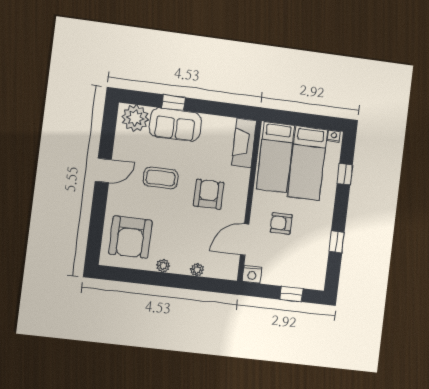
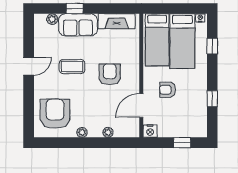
plant: (135, 118) -> (52, 19), width x0.53, depth x0.53
fireplace: (244, 143) -> (117, 21), moved, turned -90
armchair: (130, 237) -> (55, 114), turned 180

